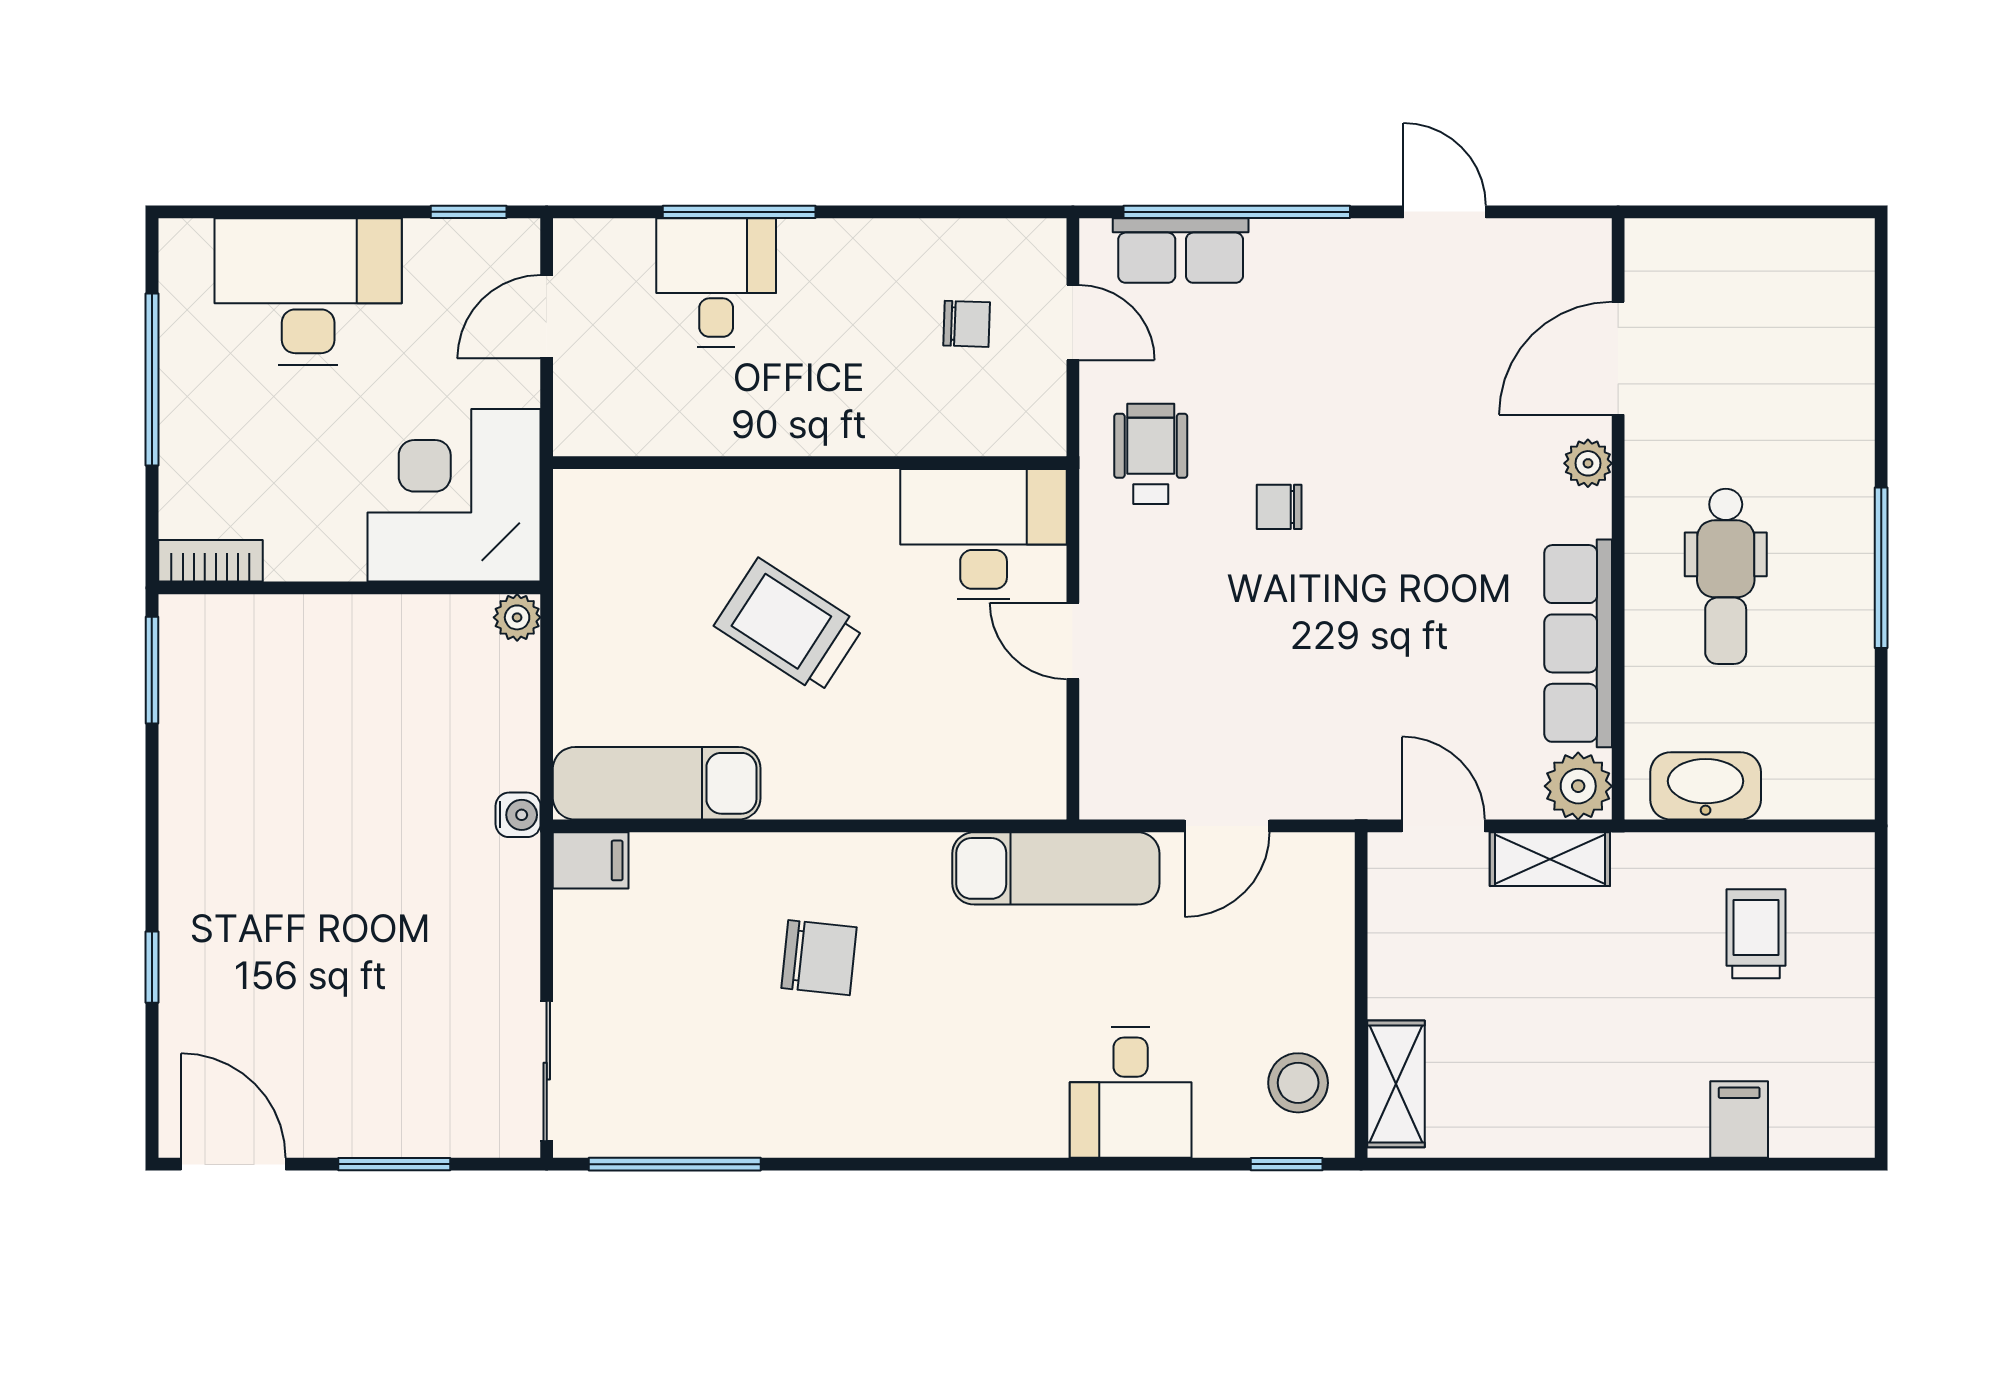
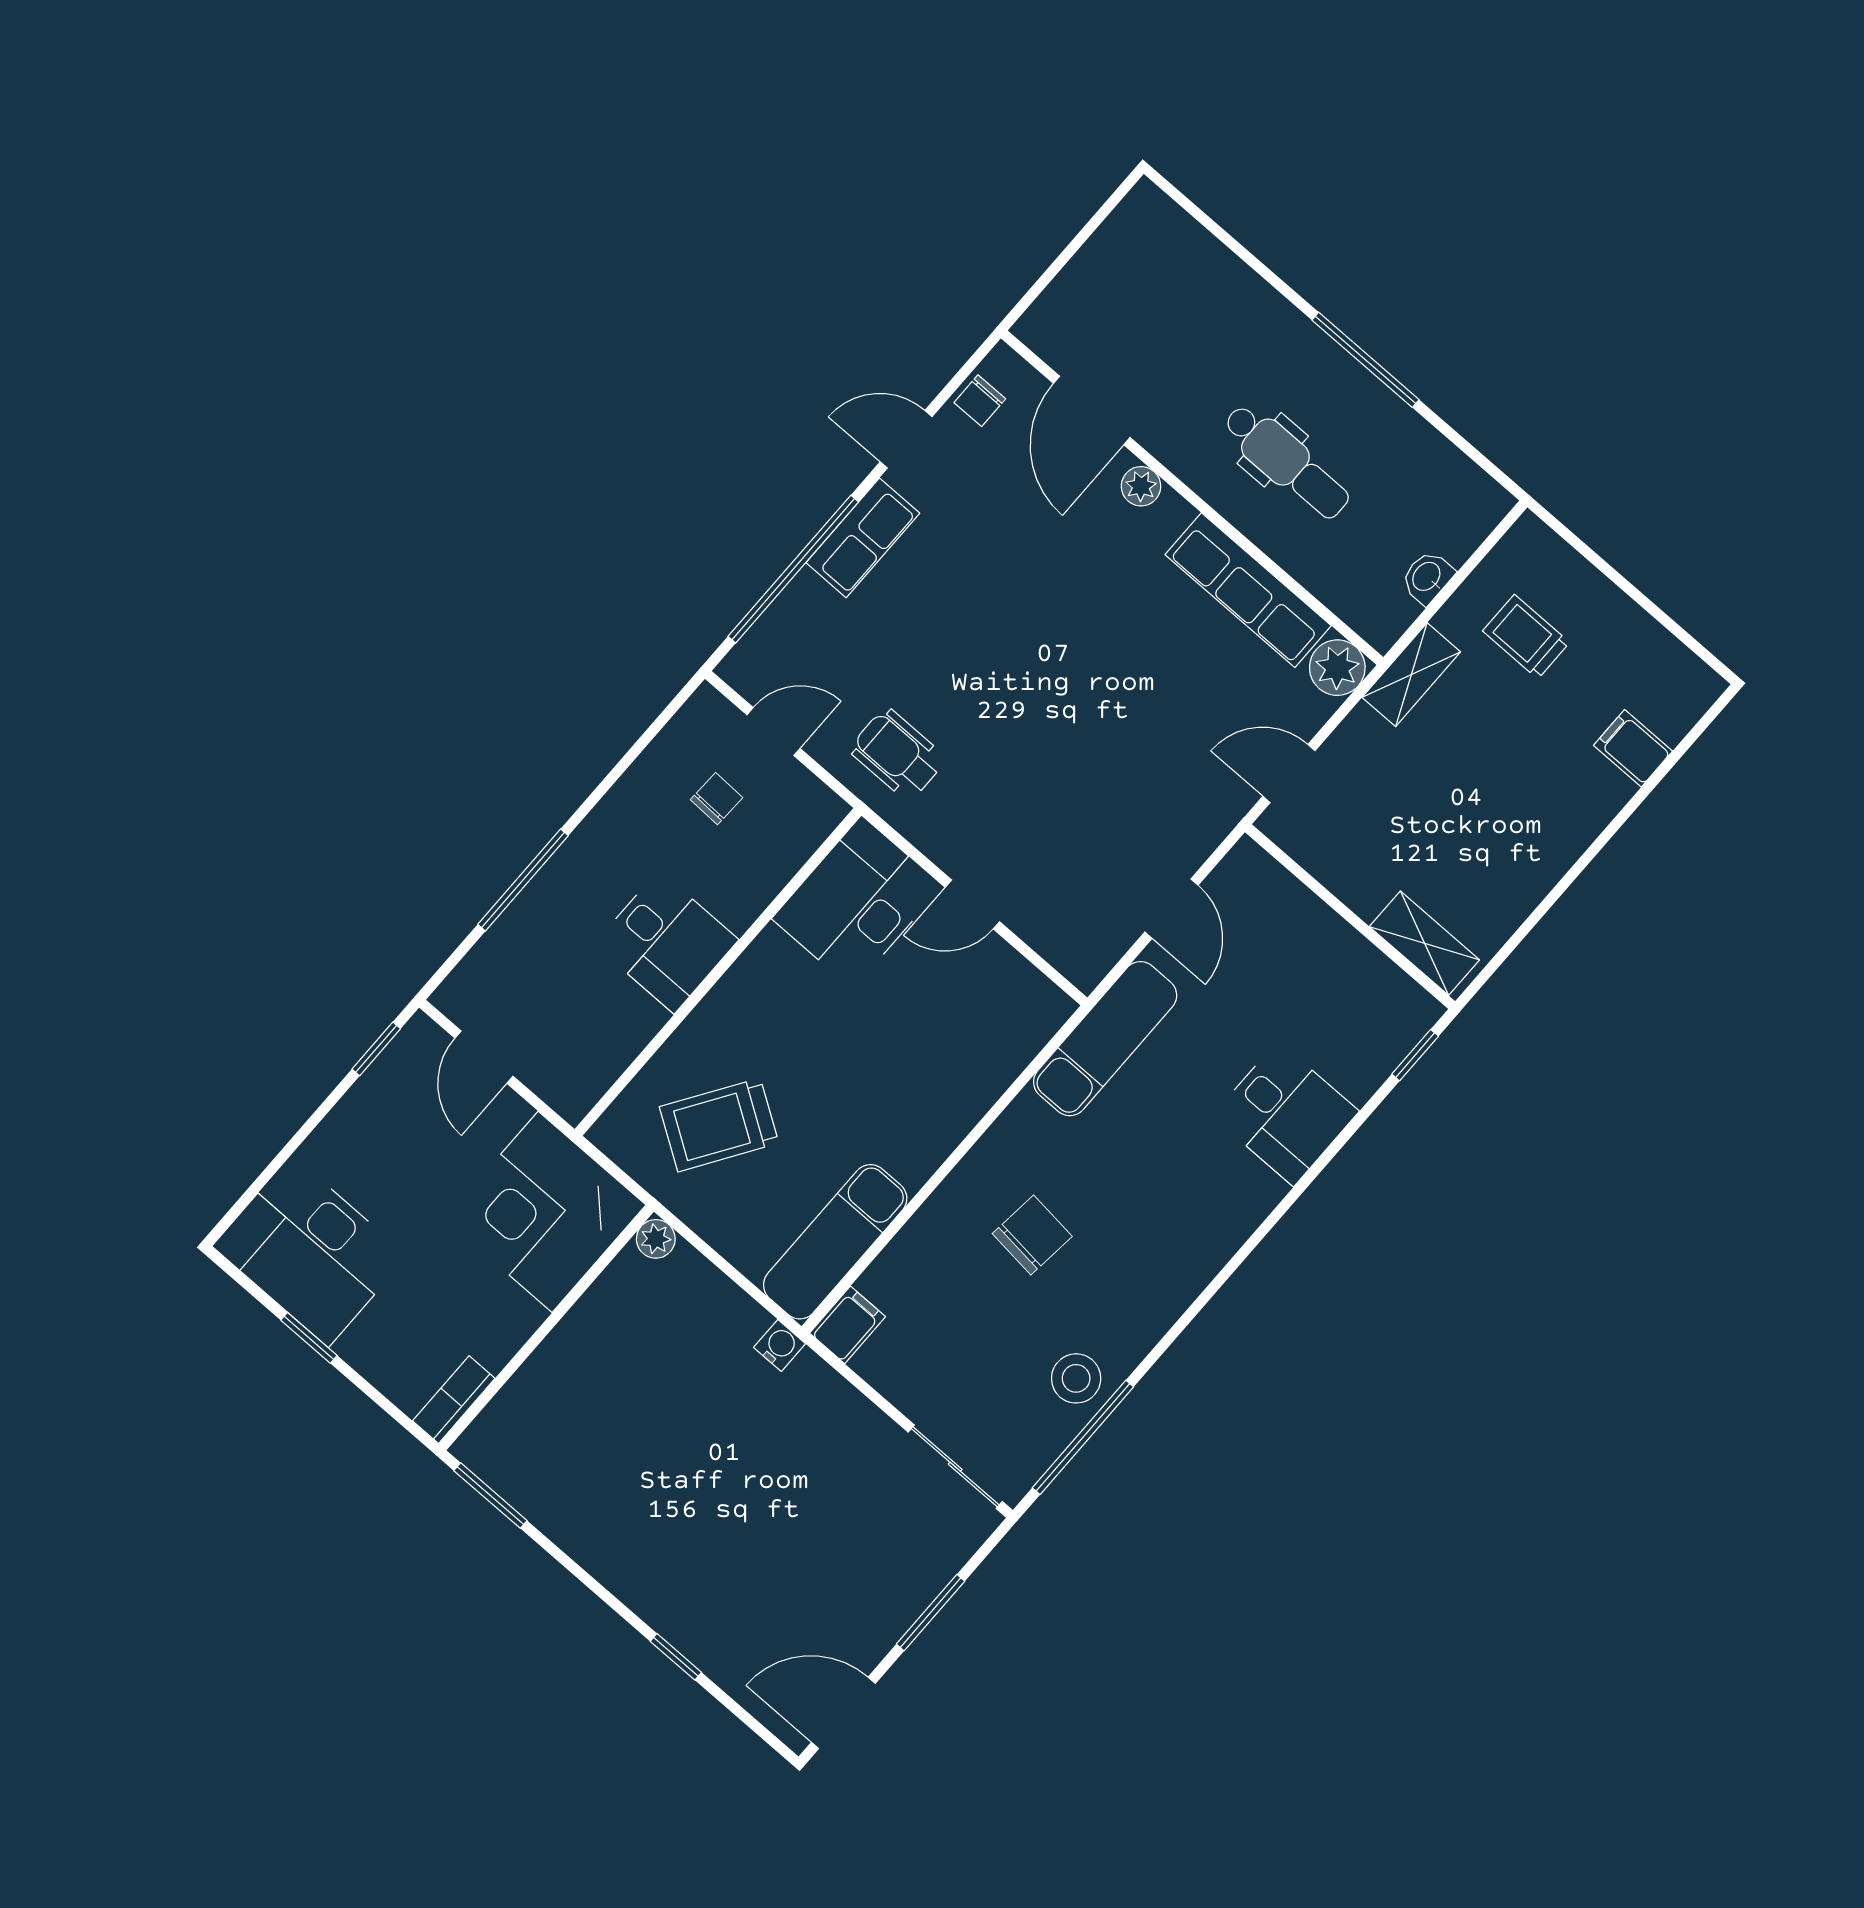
row of seats: (1181, 251) -> (863, 538), moved
desk: (716, 283) -> (666, 942), moved, turned 180
desk: (308, 292) -> (310, 1251), moved, turned -90
window: (152, 380) -> (309, 1338), width x0.46
chair: (1279, 507) -> (980, 401), moved
trolley: (789, 626) -> (719, 1125), moved
washbasin: (1706, 786) -> (1427, 577), width x0.52, depth x0.69
shelving: (1550, 859) -> (1411, 675), moved
stool: (1298, 1083) -> (1076, 1378), moved

